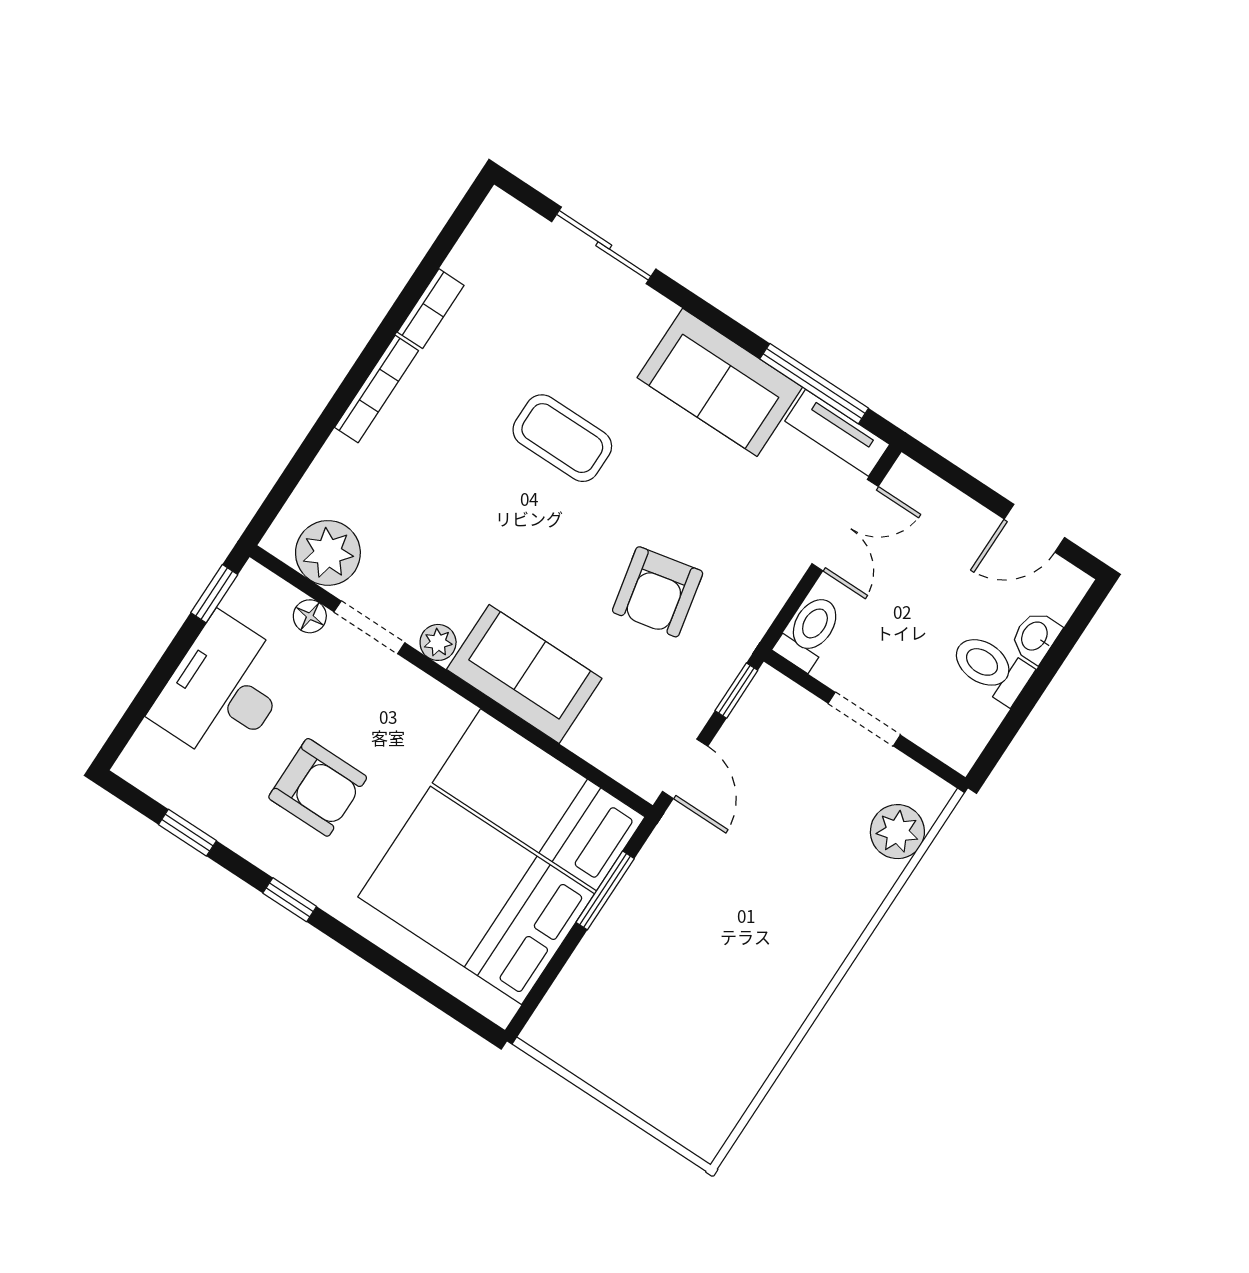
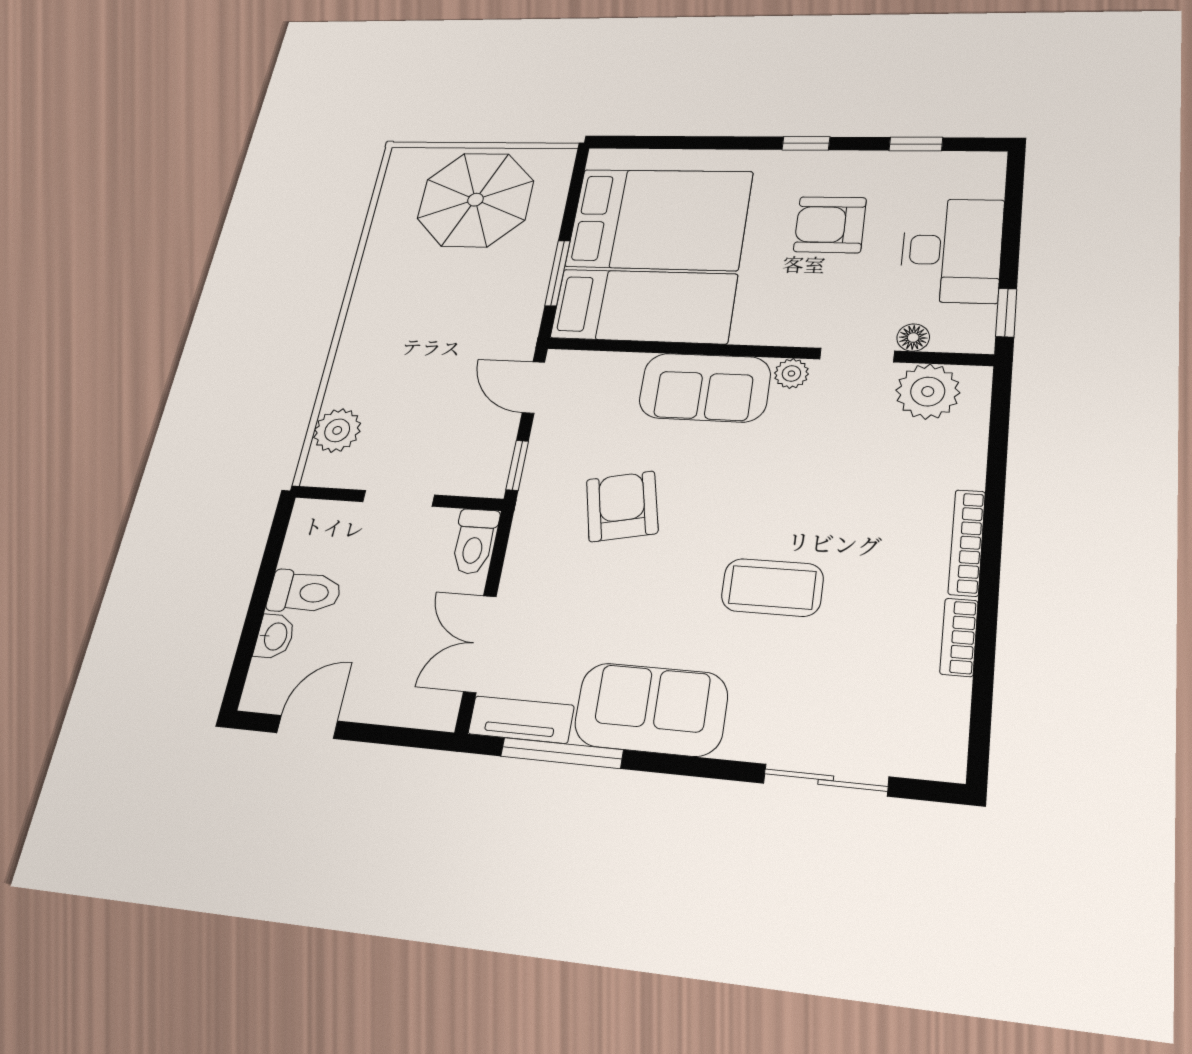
parasol: (650, 1036) -> (475, 200), added

